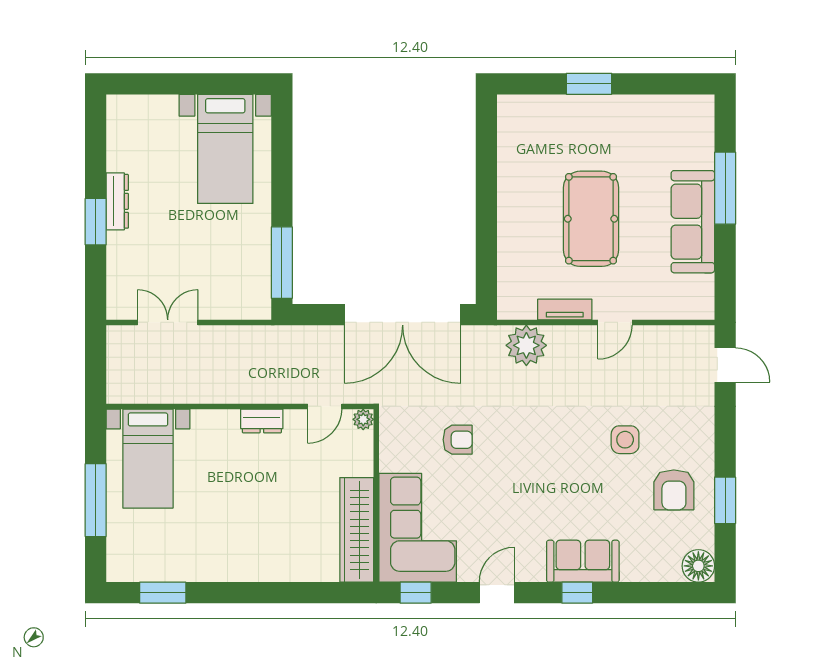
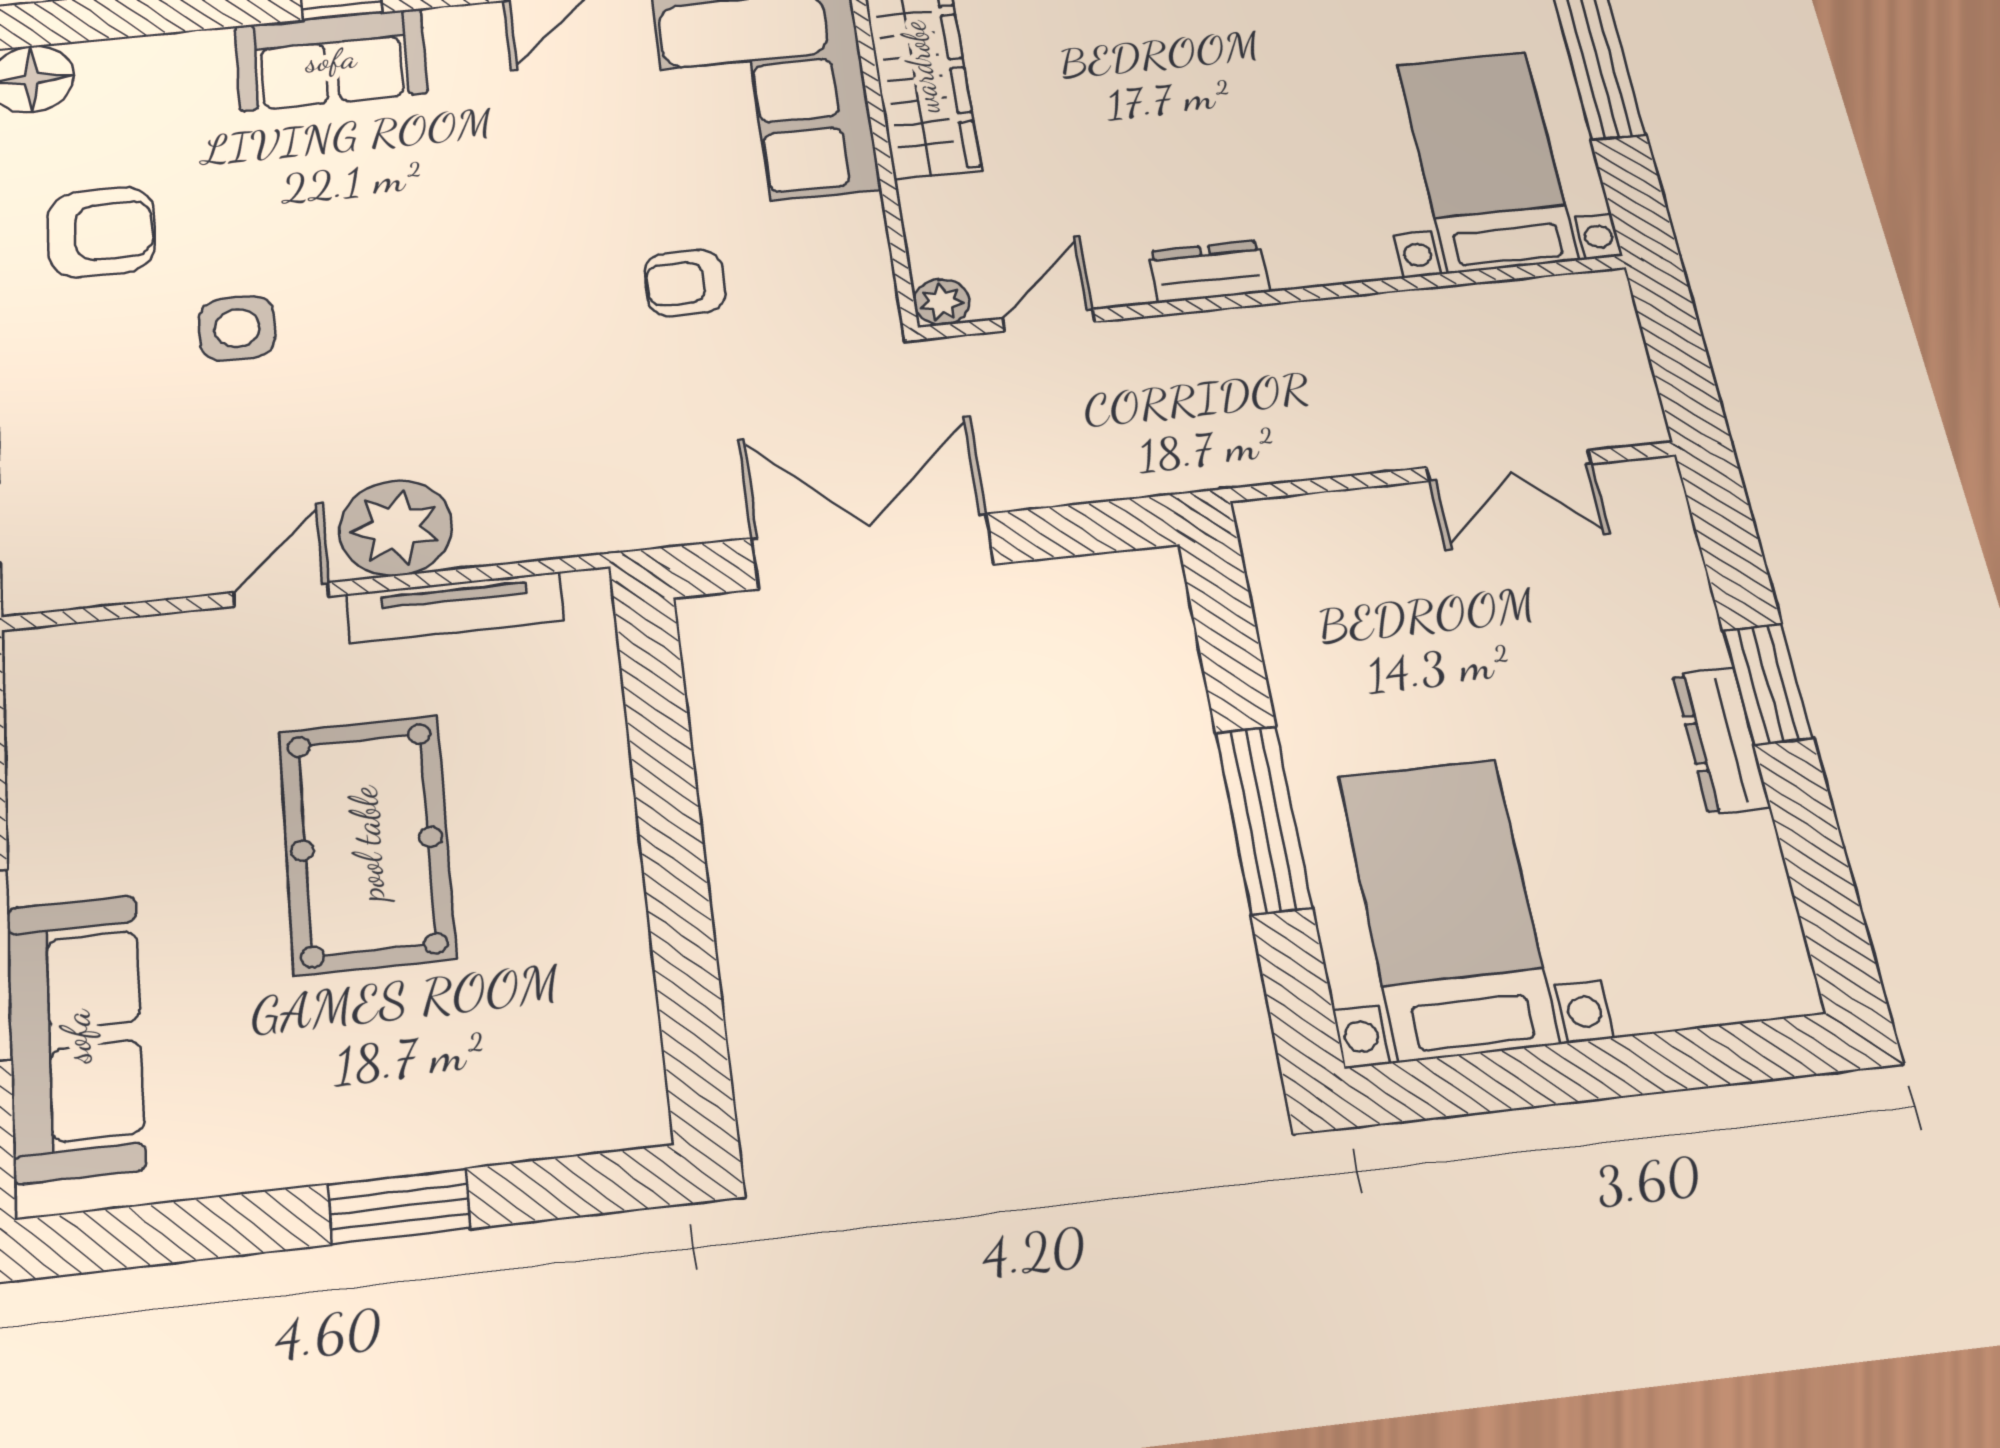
sofa: (693, 222) -> (76, 1037), moved
window: (282, 263) -> (1263, 819), moved
tv unit: (565, 309) -> (455, 608), width x1.41
double door: (403, 315) -> (873, 551), width x0.73
plant: (526, 345) -> (396, 528), moved
armchair: (674, 490) -> (101, 232), turned 90

